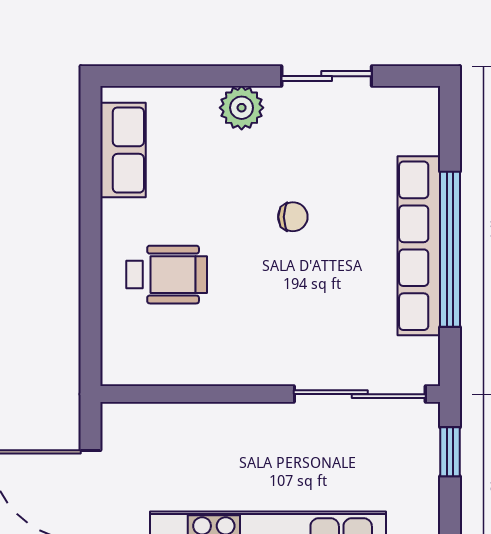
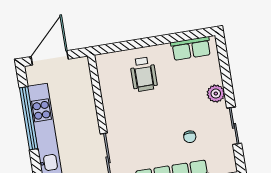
chair: (293, 217) -> (190, 137), moved

